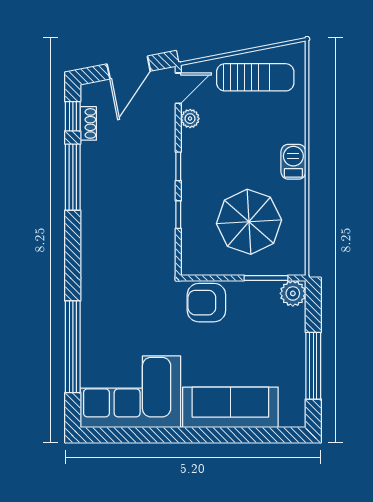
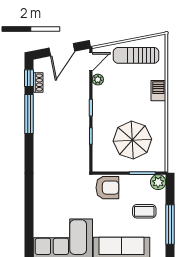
sun lounger: (255, 77) -> (136, 55), turned 180
barbecue: (293, 162) -> (158, 91), moved
armchair: (206, 303) -> (107, 188), turned 180
coffee table: (269, 343) -> (144, 211), added
window: (73, 347) -> (29, 213), removed

